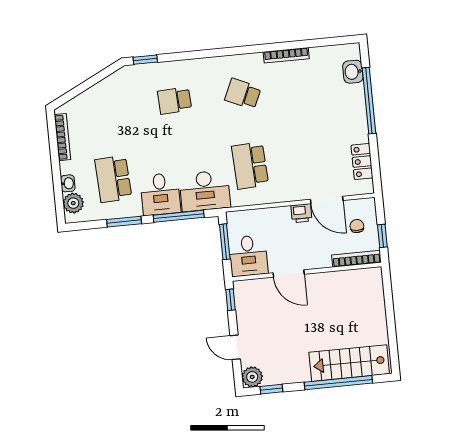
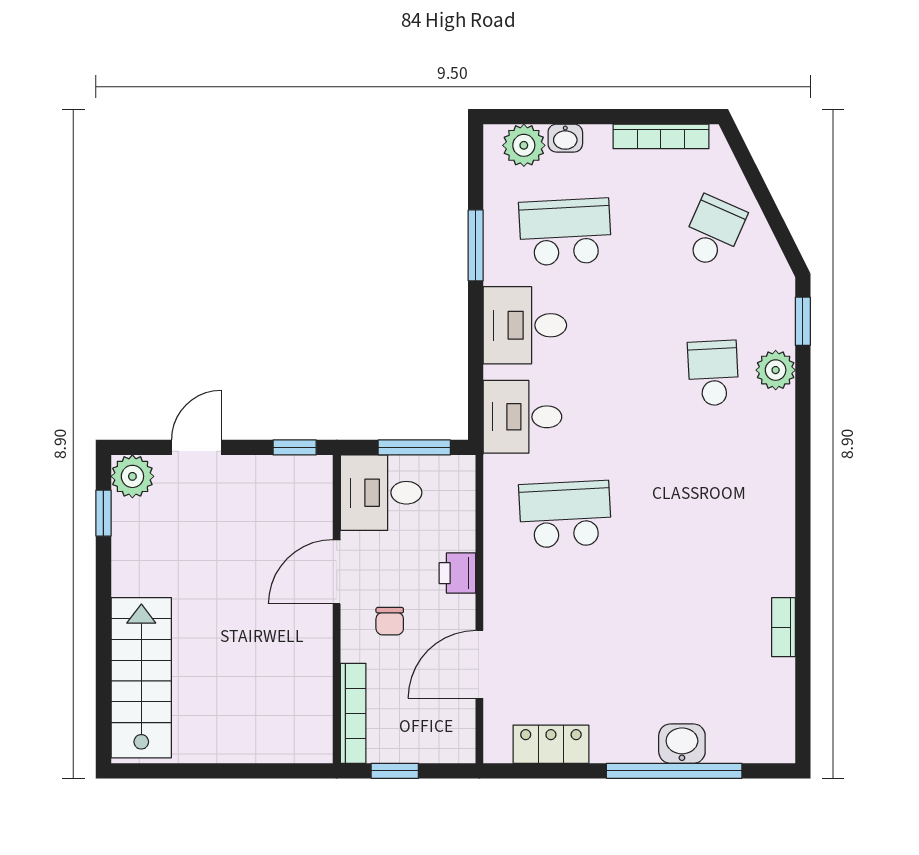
bookcase: (286, 55) -> (783, 627), width x0.64
plant: (170, 71) -> (776, 370), added
washbasin: (353, 72) -> (682, 744), moved
school desk: (243, 94) -> (713, 232), moved
desk: (205, 191) -> (522, 417), width x0.73
printer: (301, 213) -> (457, 573), moved
window: (179, 216) -> (476, 358), removed
chair: (357, 226) -> (390, 621), moved, turned 90
window: (338, 383) -> (103, 652), removed

